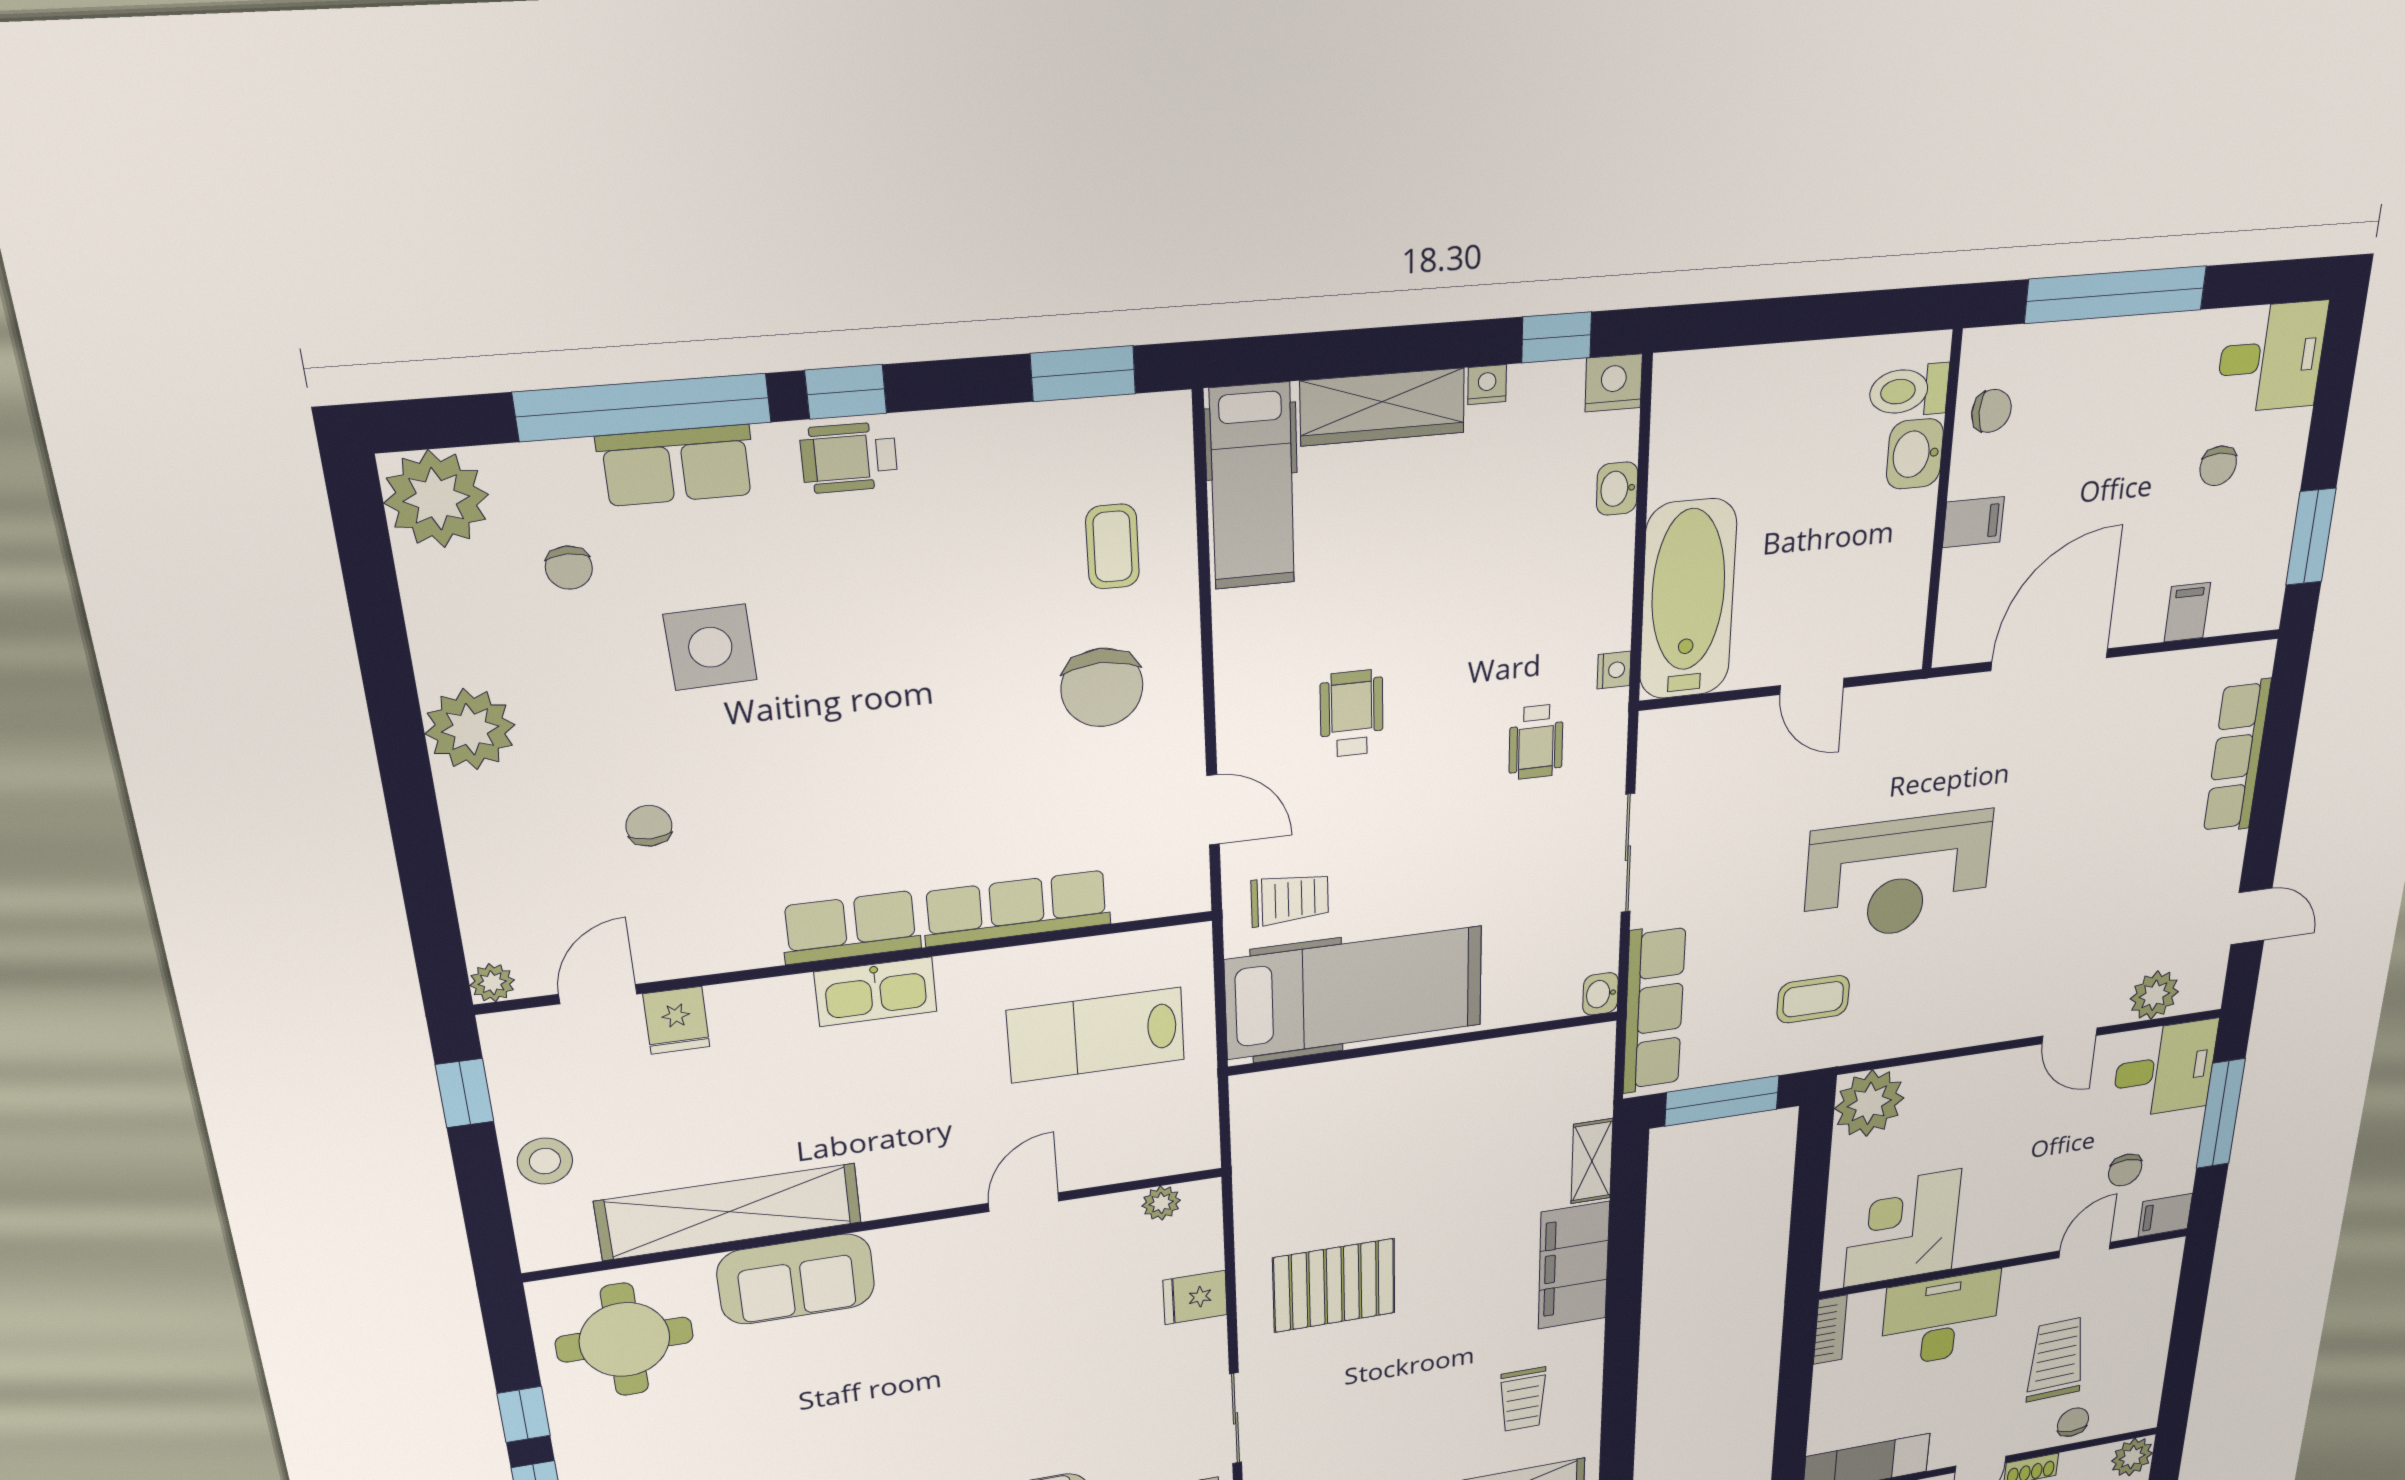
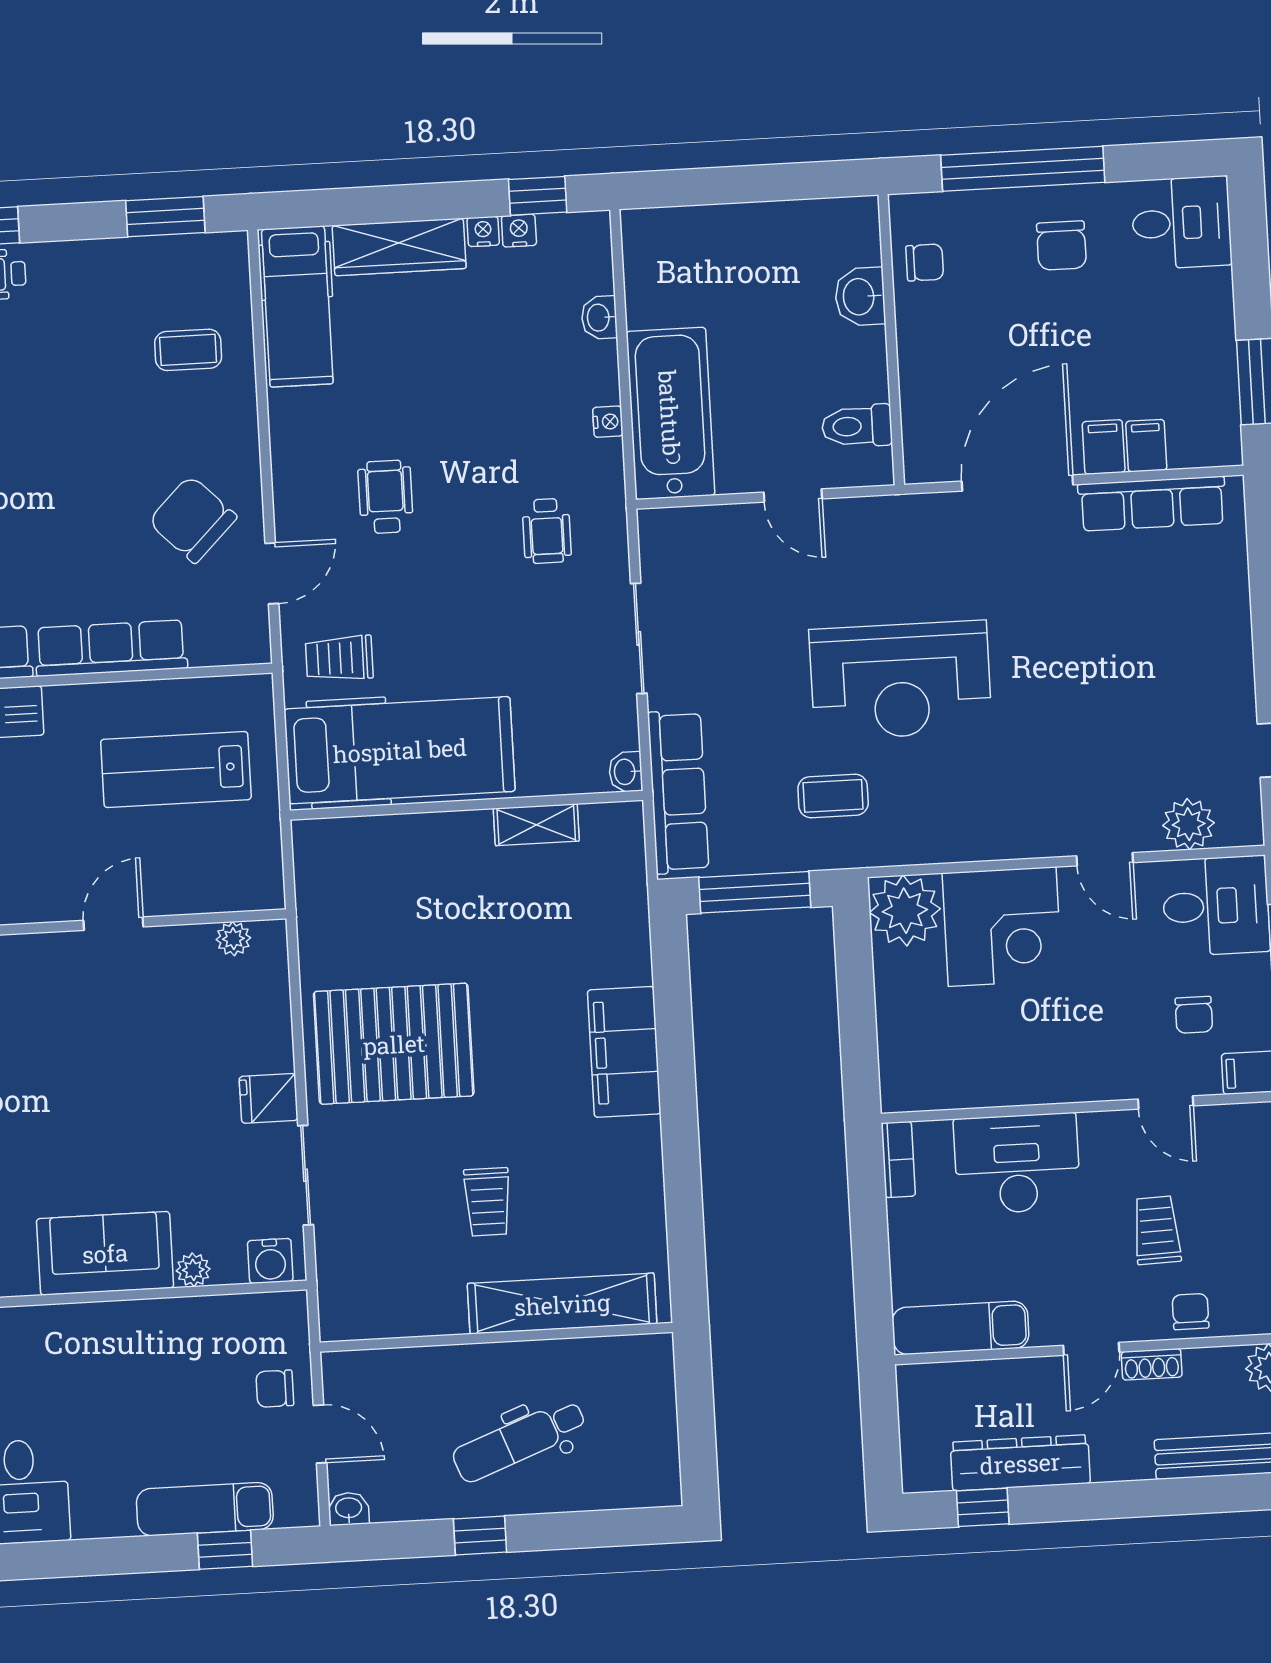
nightstand: (1614, 383) -> (519, 231), moved, width x0.72, depth x0.74
toilet: (1909, 391) -> (857, 426), moved
chair: (2218, 466) -> (1061, 245), moved, width x1.37, depth x1.37
filing cabinet: (1973, 522) -> (1104, 447), moved, turned -90
coffee table: (1113, 547) -> (188, 350), turned 90
nightstand: (1614, 670) -> (608, 422), moved
chair: (1102, 687) -> (193, 519), moved, turned 135
row of seats: (2237, 757) -> (1152, 504), moved, turned -90
door: (1213, 810) -> (272, 573), hinge flipped
trolley: (1290, 899) -> (339, 658), turned 180
shelving: (1592, 1161) -> (536, 825), moved, turned 90
corner desk: (1902, 1228) -> (1002, 927), moved, turned 180
door: (2085, 1250) -> (1166, 1102), swing flipped
pallet: (1334, 1285) -> (394, 1044), width x1.37, depth x1.41
fridge: (1195, 1298) -> (269, 1098), moved
trolley: (2056, 1359) -> (1157, 1230), width x0.73, depth x0.72
trolley: (1523, 1399) -> (487, 1202), moved

